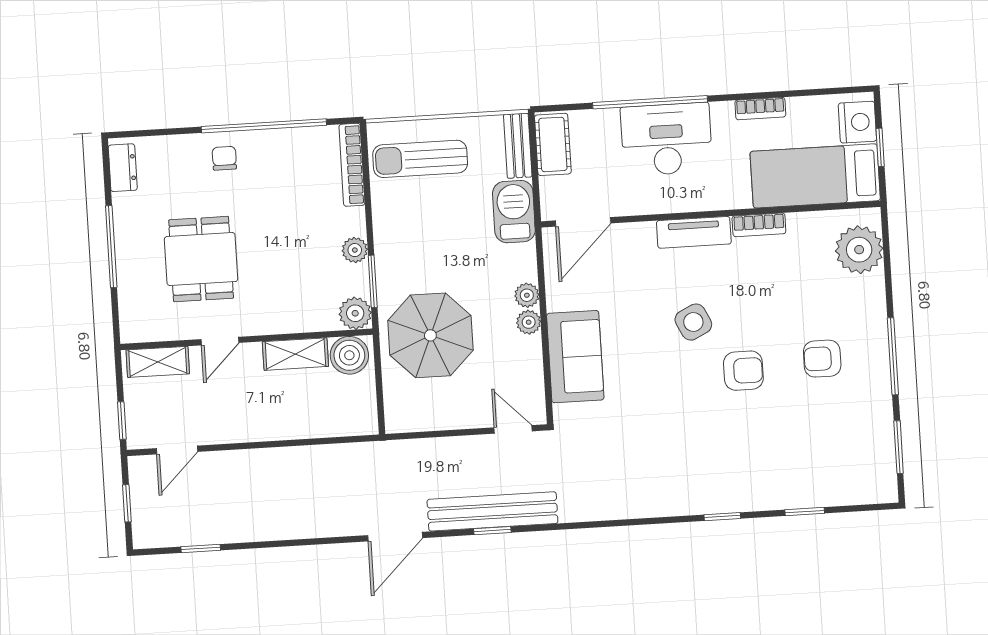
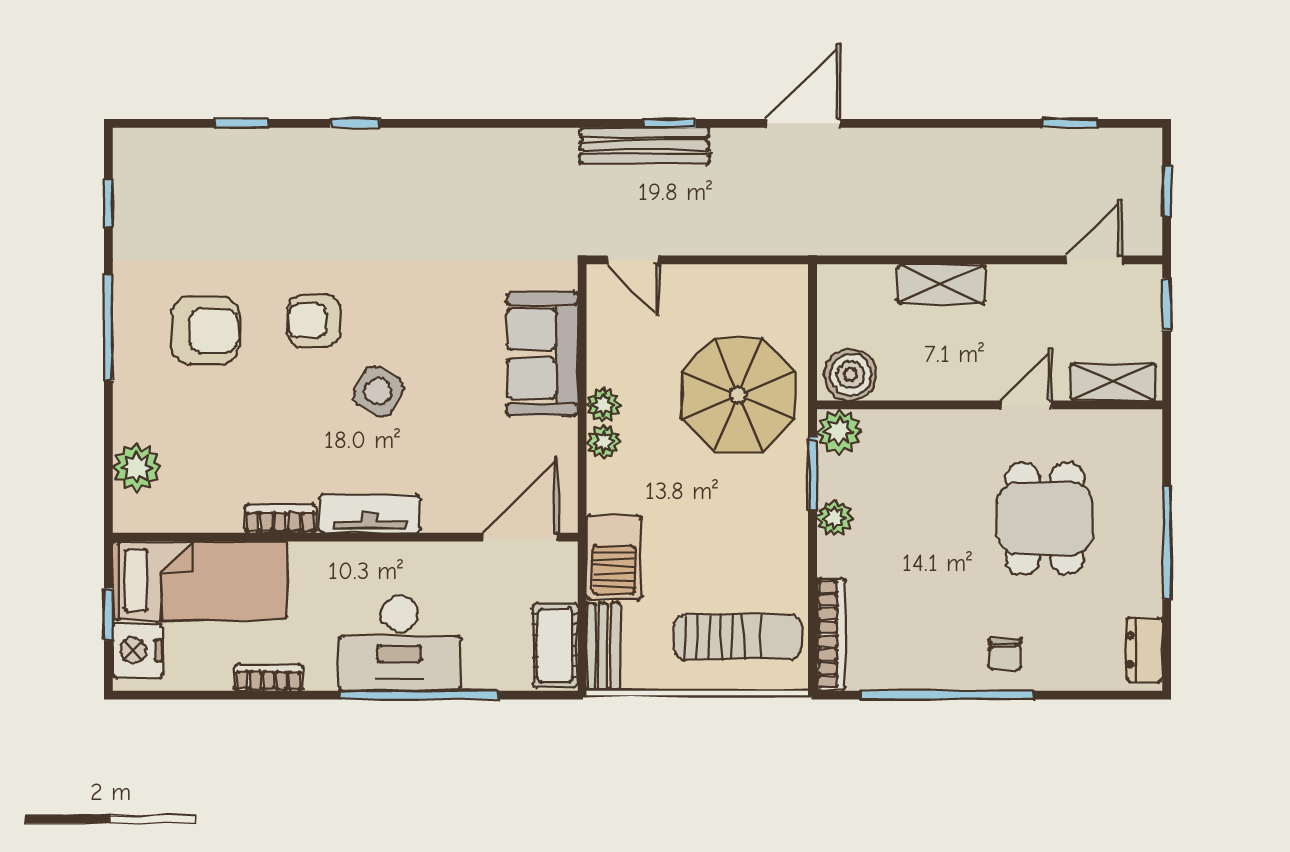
plant: (859, 250) -> (137, 467), width x0.73, depth x0.73
side table: (693, 322) -> (378, 391), turned -33
shelving: (295, 354) -> (942, 284), moved
armchair: (822, 359) -> (205, 331), width x1.38, depth x1.38
window: (899, 447) -> (108, 203), width x0.67
bench: (492, 511) -> (644, 146), width x0.73, depth x0.82

